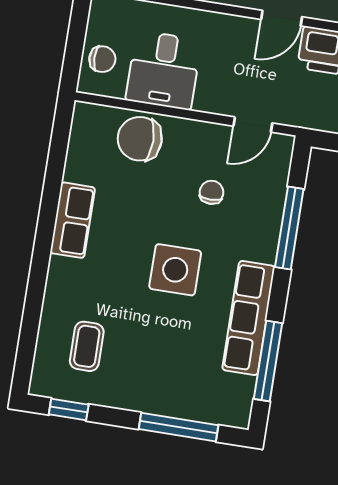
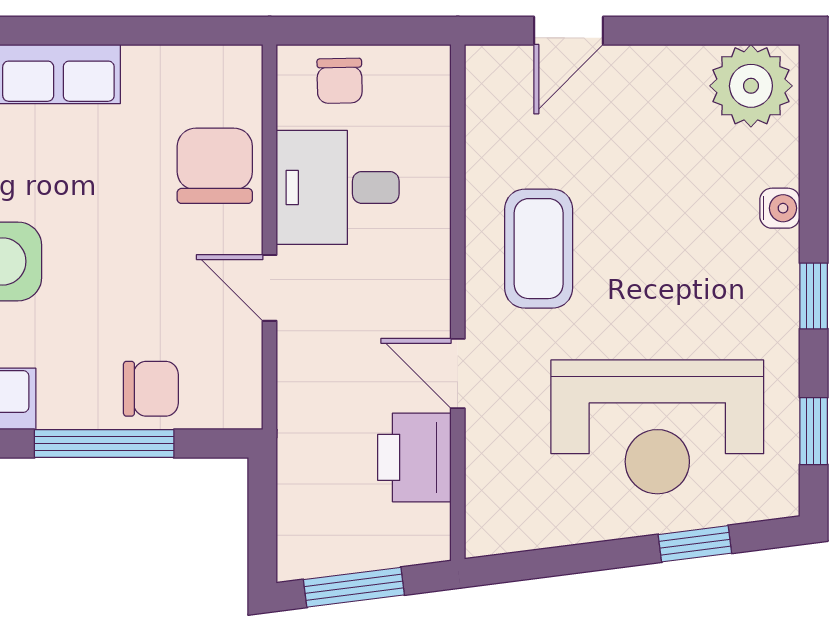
door: (253, 125) -> (270, 288), moved
chair: (211, 192) -> (151, 389), moved, width x1.37, depth x1.37

